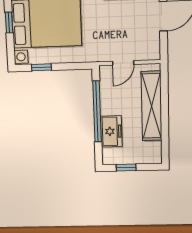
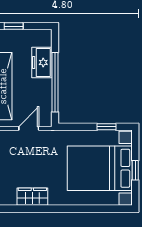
window: (126, 168) -> (14, 26), moved

